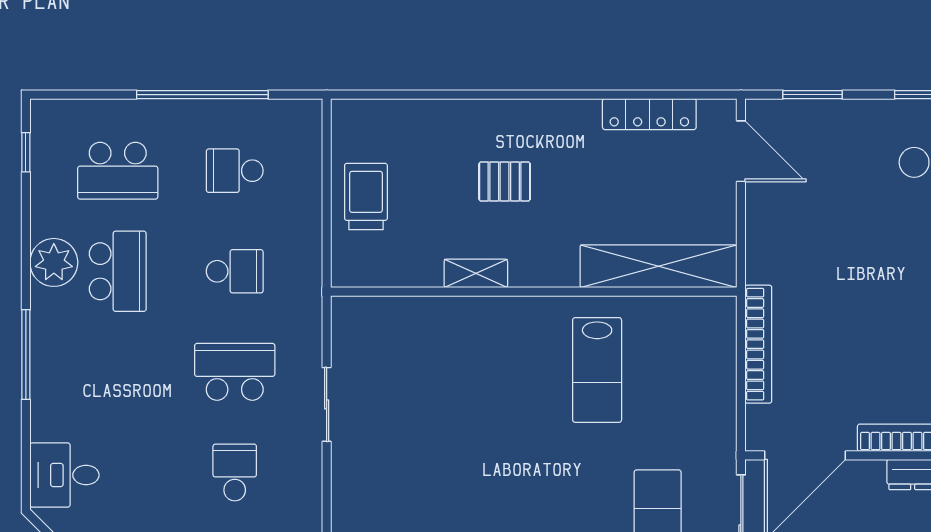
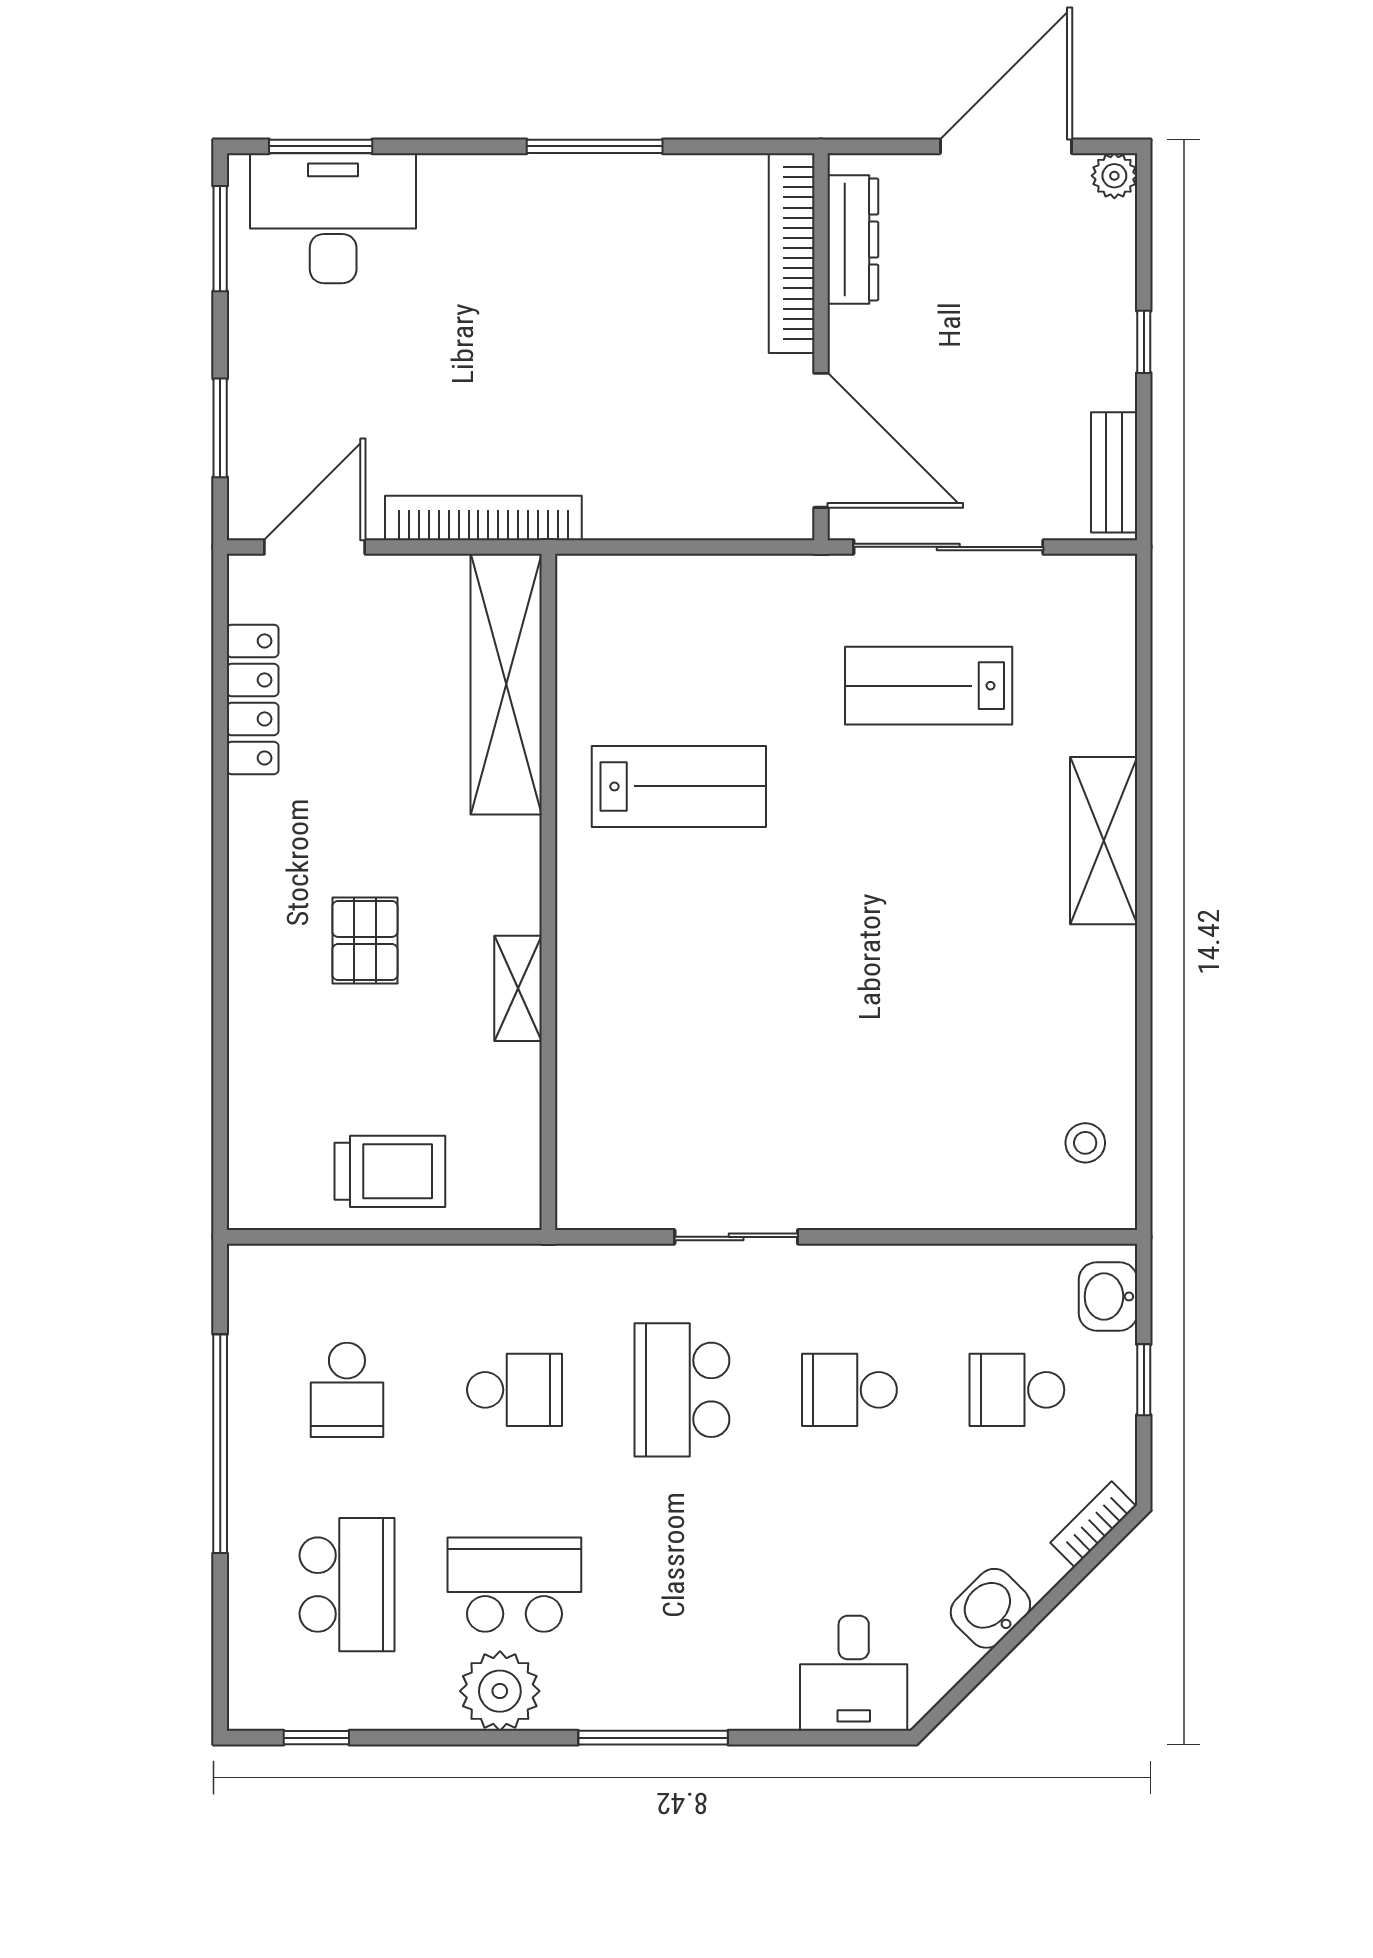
trolley: (366, 196) -> (390, 1171), turned 180
school desk: (235, 271) -> (514, 1390), turned 90
bookcase: (758, 344) -> (483, 518), moved

